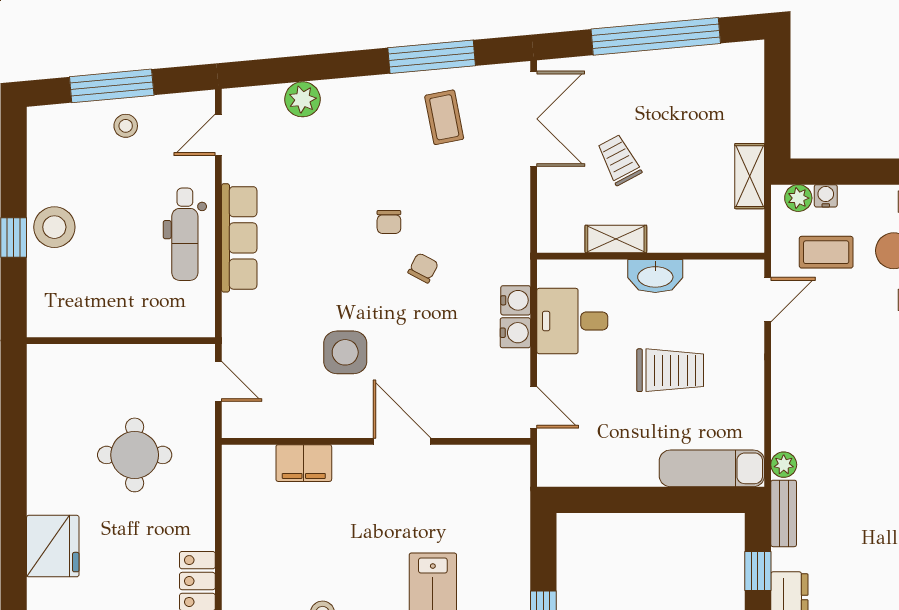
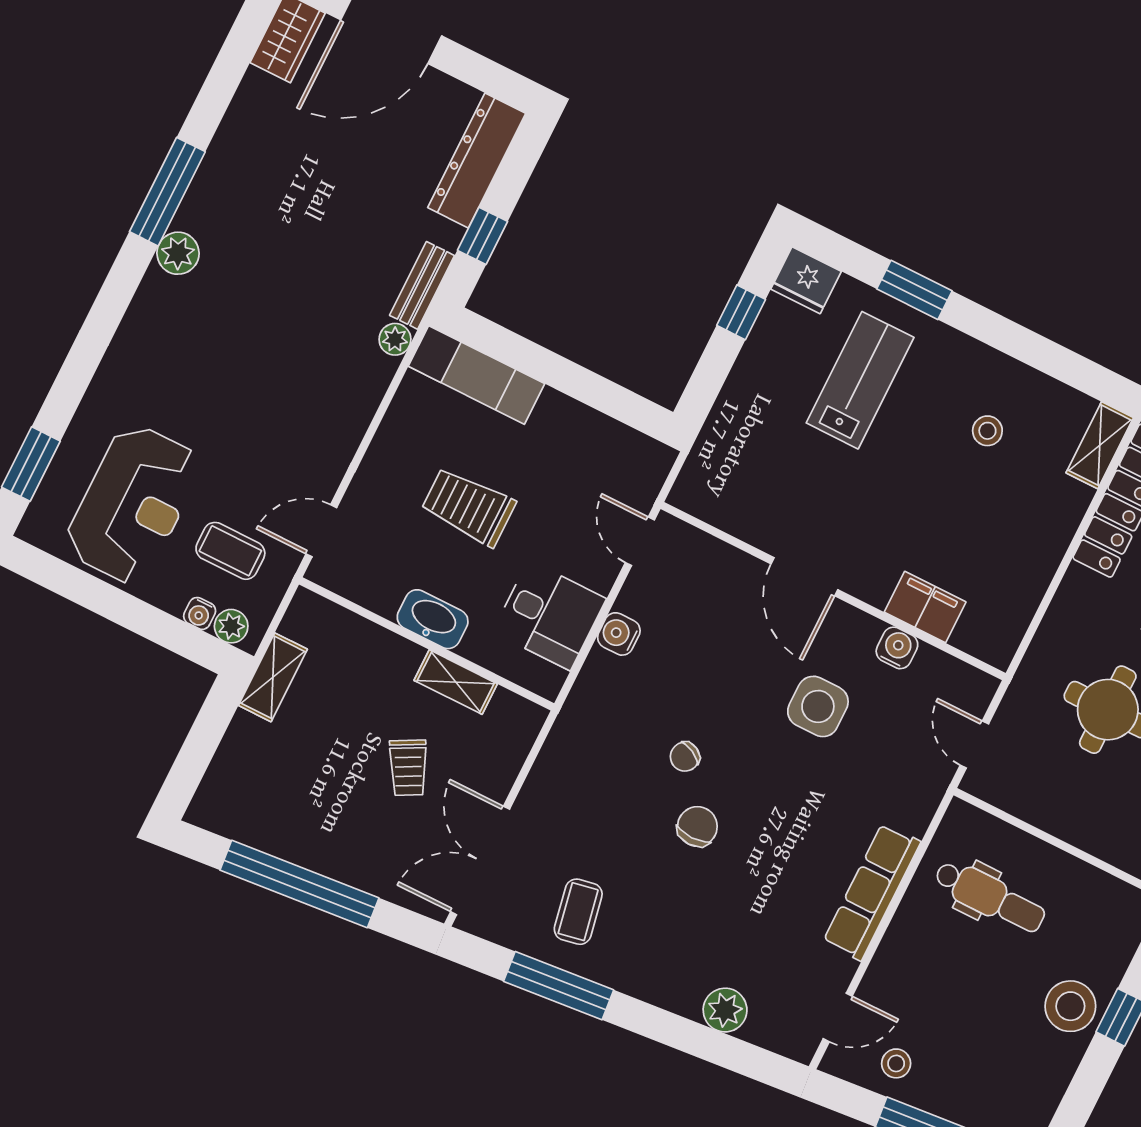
stool: (126, 126) -> (896, 1063), moved
chair: (389, 222) -> (697, 826), width x1.37, depth x1.37
dental chair: (185, 234) -> (990, 897), moved, turned 90
water cooler: (516, 300) -> (897, 648), moved, turned 90

